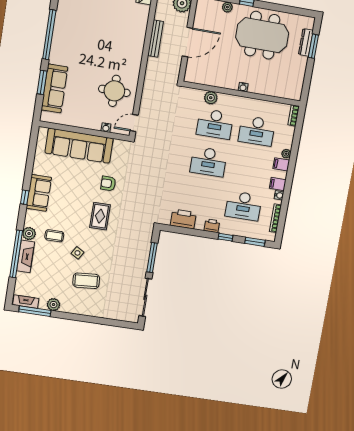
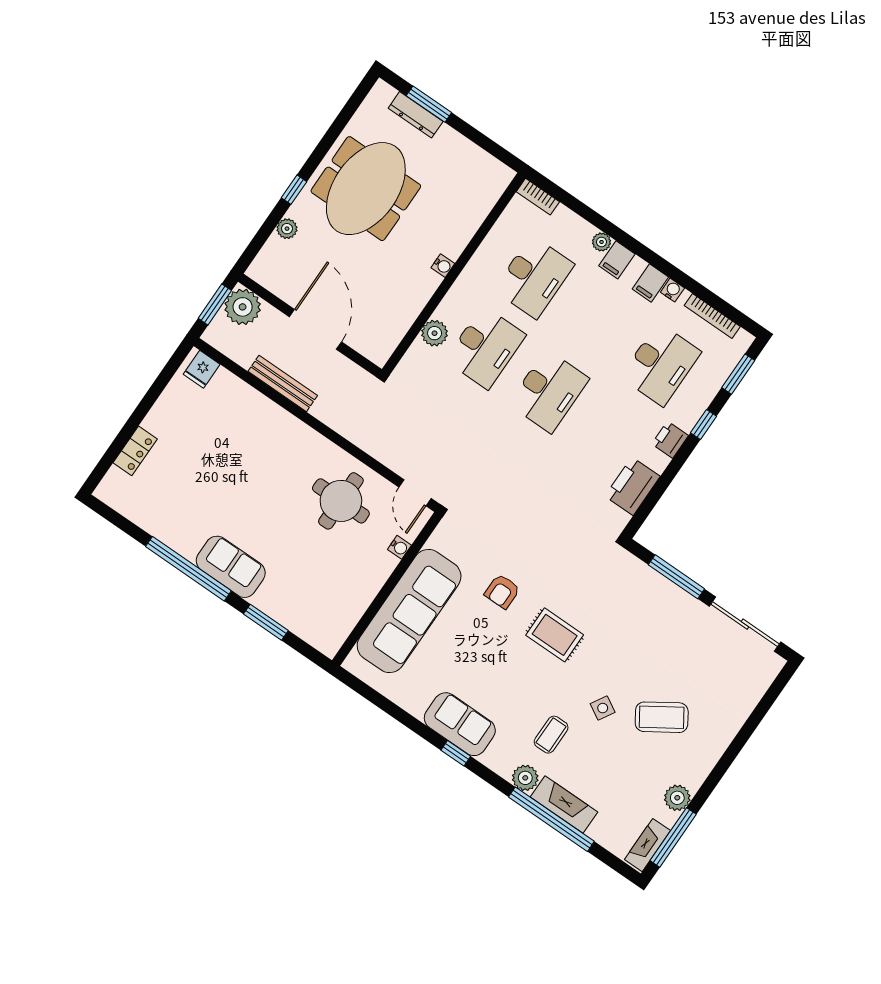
sofa: (54, 88) -> (231, 567), moved, width x0.73
coffee table: (86, 281) -> (662, 717), turned 61

